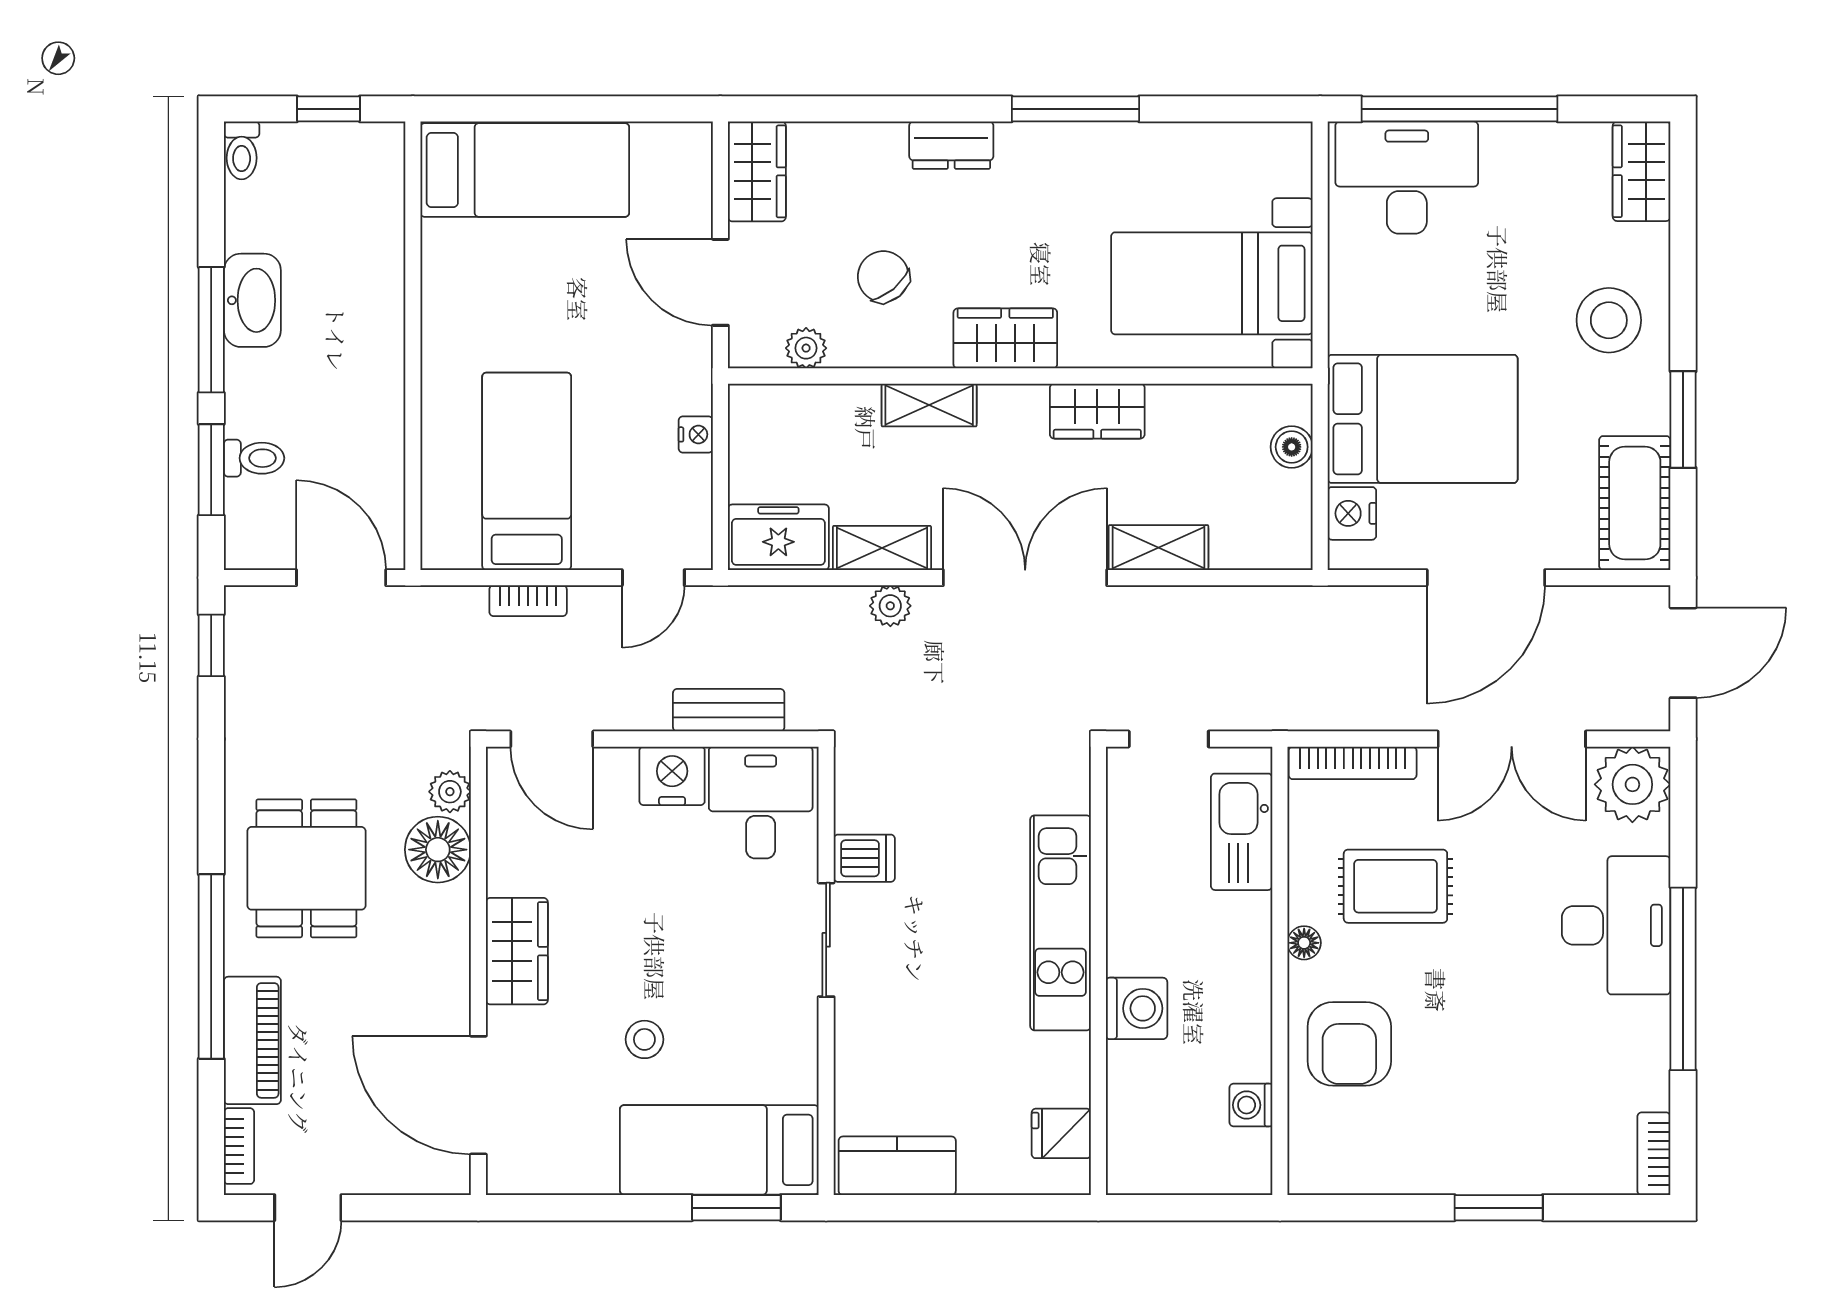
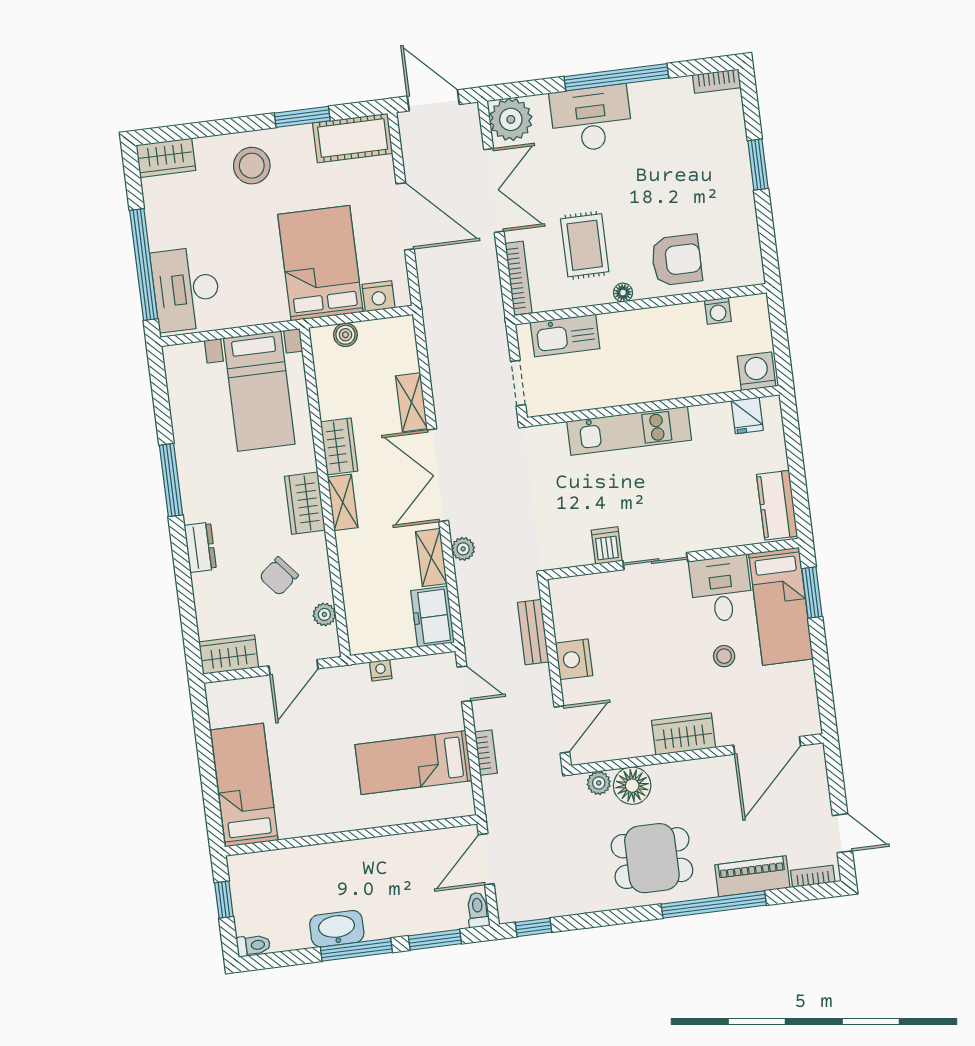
shelving: (929, 405) -> (343, 502), moved
toilet: (254, 458) -> (478, 910), moved
desk: (761, 802) -> (721, 589), moved, turned 90
washing machine: (1137, 1008) -> (756, 371), moved

